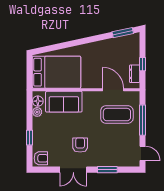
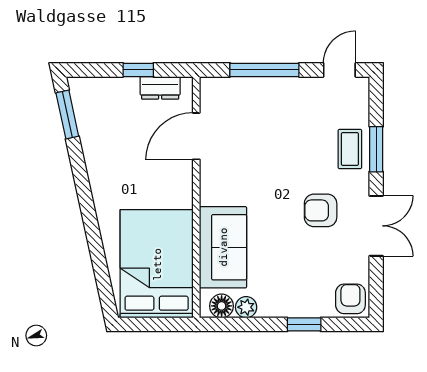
coffee table: (117, 115) -> (350, 149), moved, width x0.54, depth x0.58

